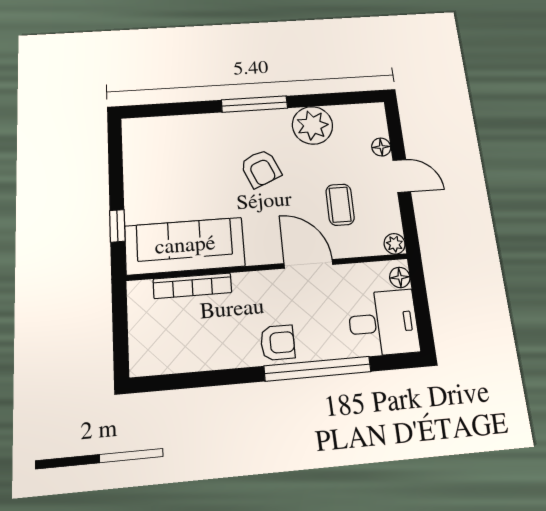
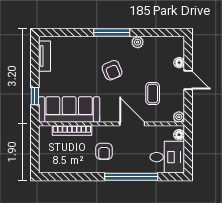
plant: (312, 125) -> (138, 42), width x0.53, depth x0.53
tv unit: (133, 152) -> (44, 56), added
armchair: (278, 343) -> (104, 151), moved, turned 90

